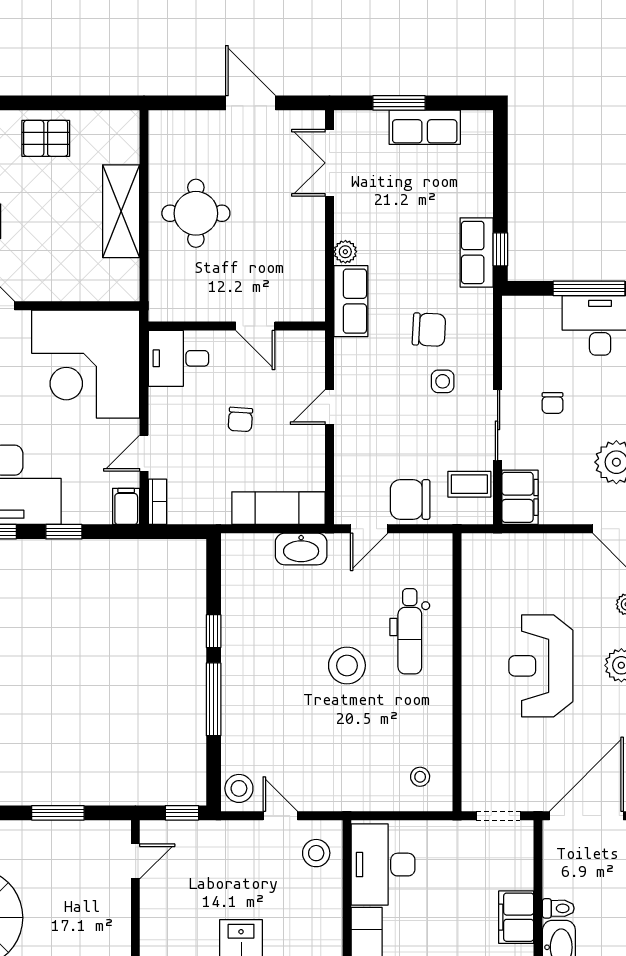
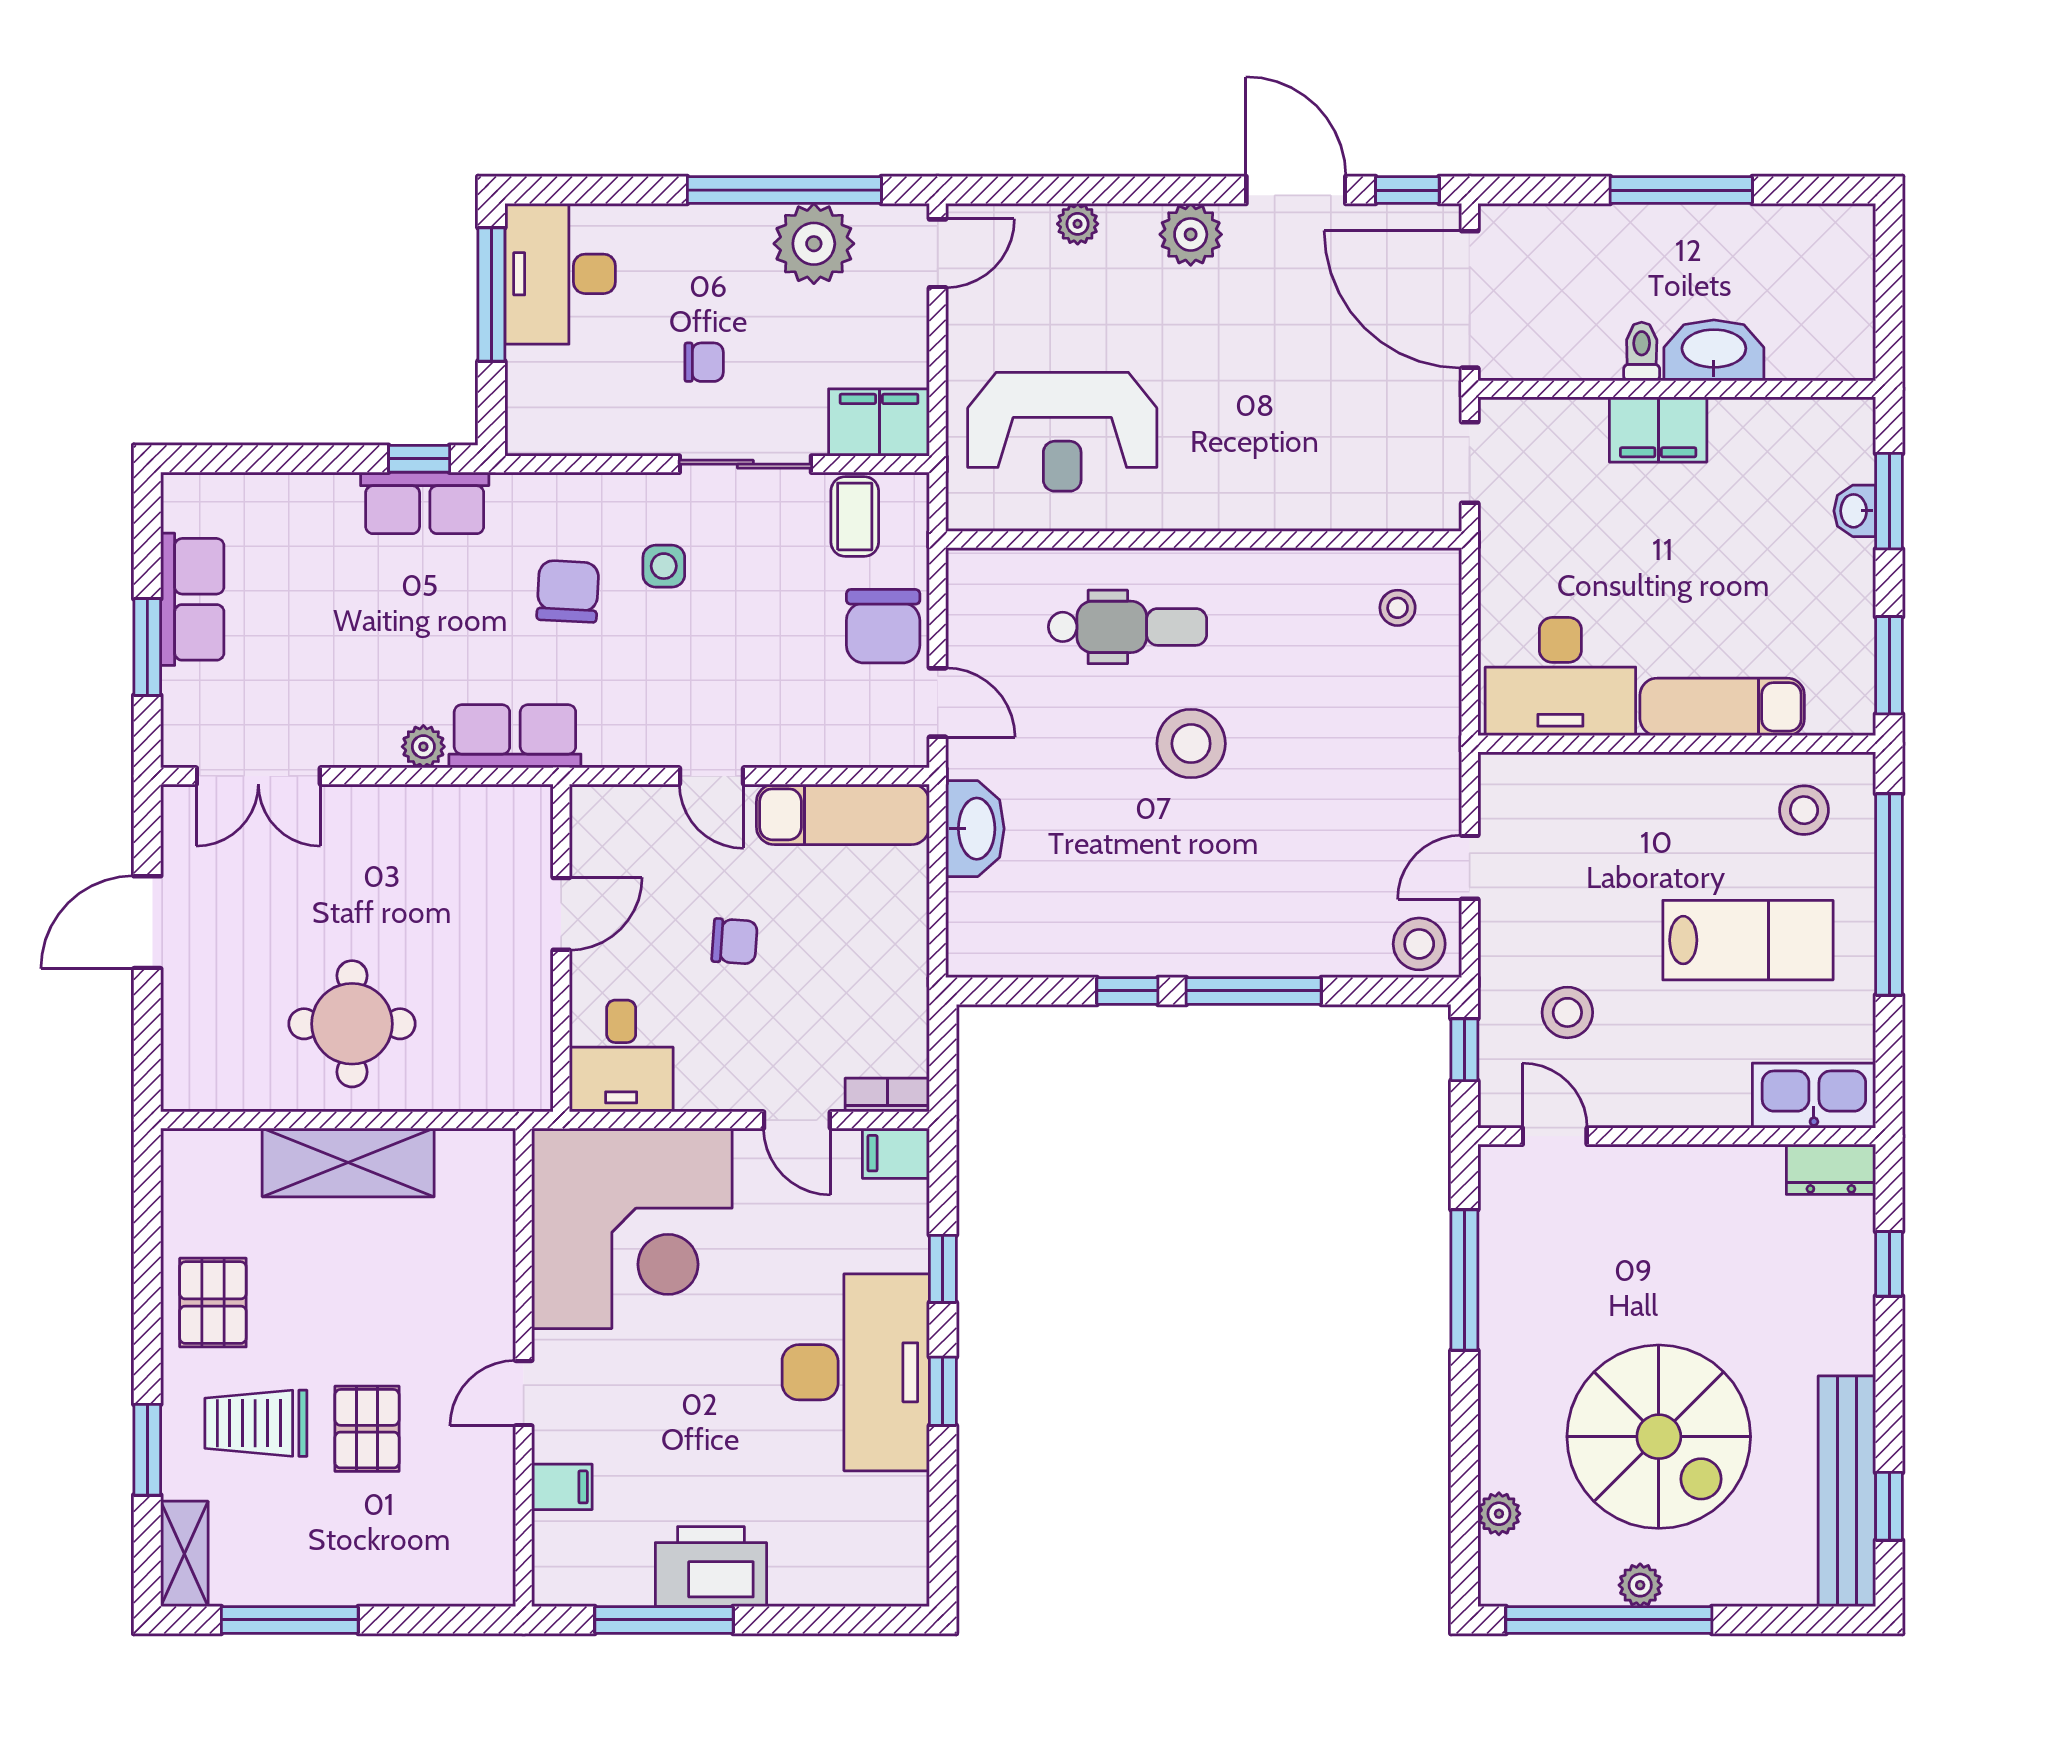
exam couch: (278, 508) -> (843, 814), moved, turned -90
reception desk: (541, 666) -> (1062, 432), moved
window: (58, 813) -> (1464, 1280), width x1.44
stool: (316, 853) -> (1567, 1012), moved

